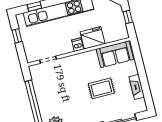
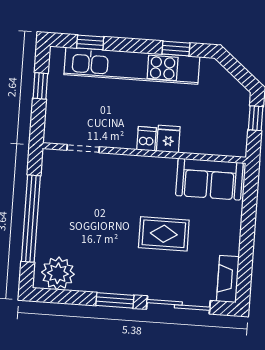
fridge: (93, 38) -> (168, 139), width x0.53, depth x0.75
fireplace: (137, 87) -> (228, 279), moved

